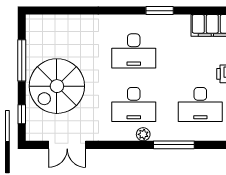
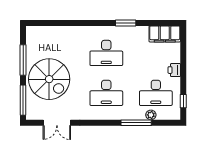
spiral stairs: (57, 86) -> (49, 79), turned -90
window: (22, 114) -> (23, 100), width x2.17
plant: (143, 134) -> (151, 115), moved

